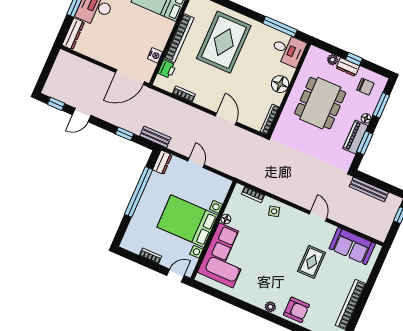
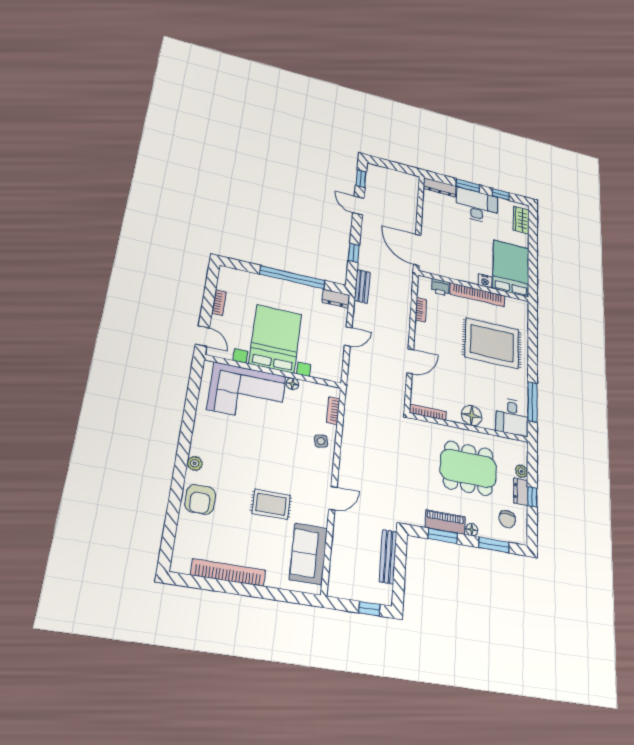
nightstand: (155, 55) -> (485, 281), moved

